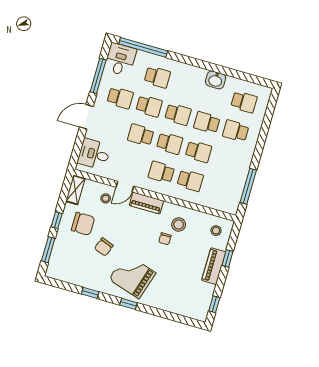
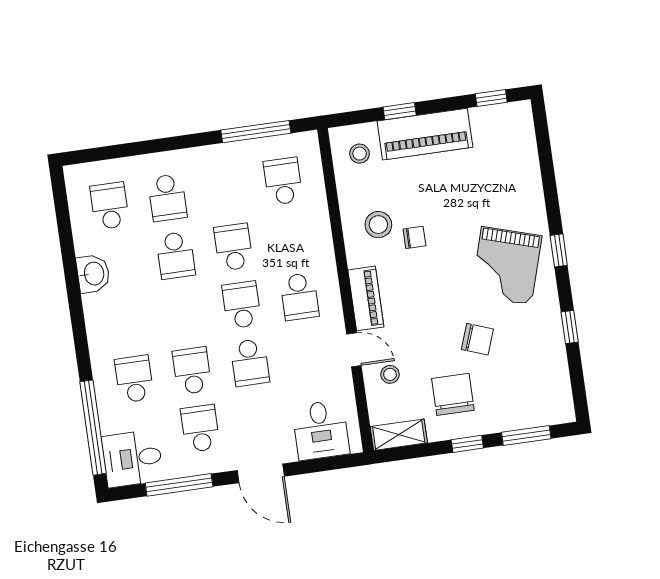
school desk: (178, 114) -> (184, 313), removed
school desk: (190, 180) -> (283, 181), moved
piano: (214, 266) -> (425, 134), width x1.37, depth x1.33

